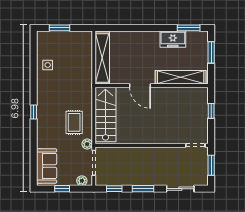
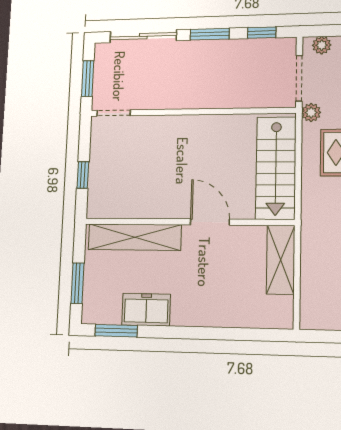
shelving: (102, 58) -> (281, 260), width x0.68
sliding door: (180, 189) -> (143, 36), width x1.37

